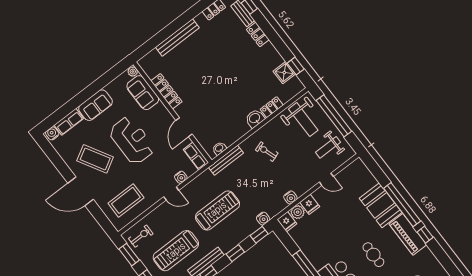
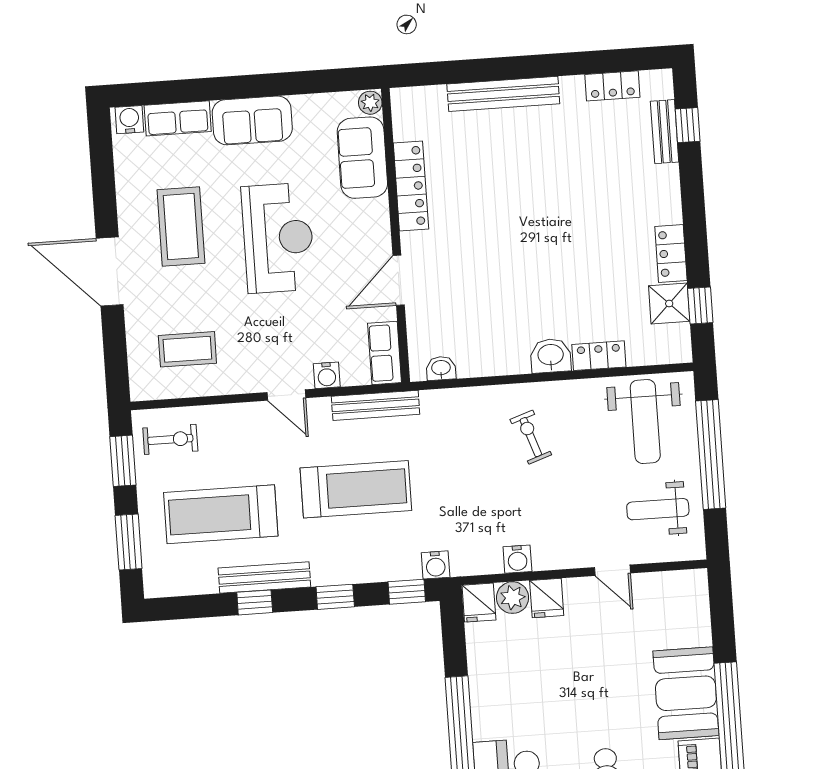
locker: (258, 35) -> (671, 254), moved
coffee table: (95, 159) -> (181, 227), turned 30
bench: (226, 160) -> (376, 405), moved
coffee table: (126, 200) -> (187, 349), width x0.73, depth x0.76

